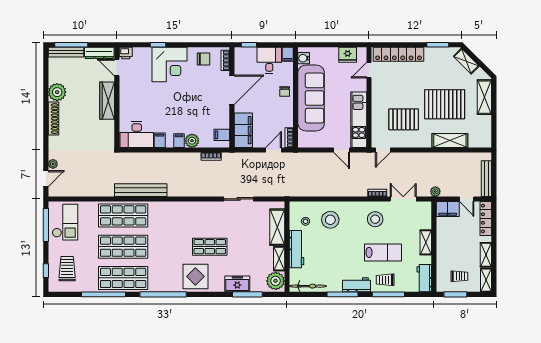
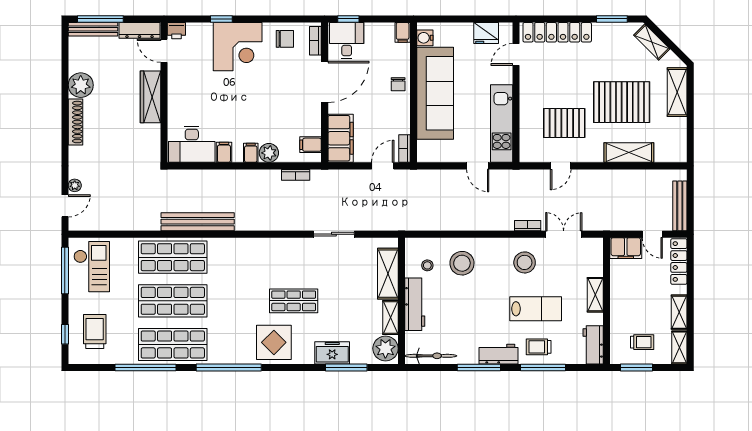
desk: (269, 60) -> (347, 41), moved
door: (383, 150) -> (561, 166), moved
plant: (435, 192) -> (609, 224), removed

